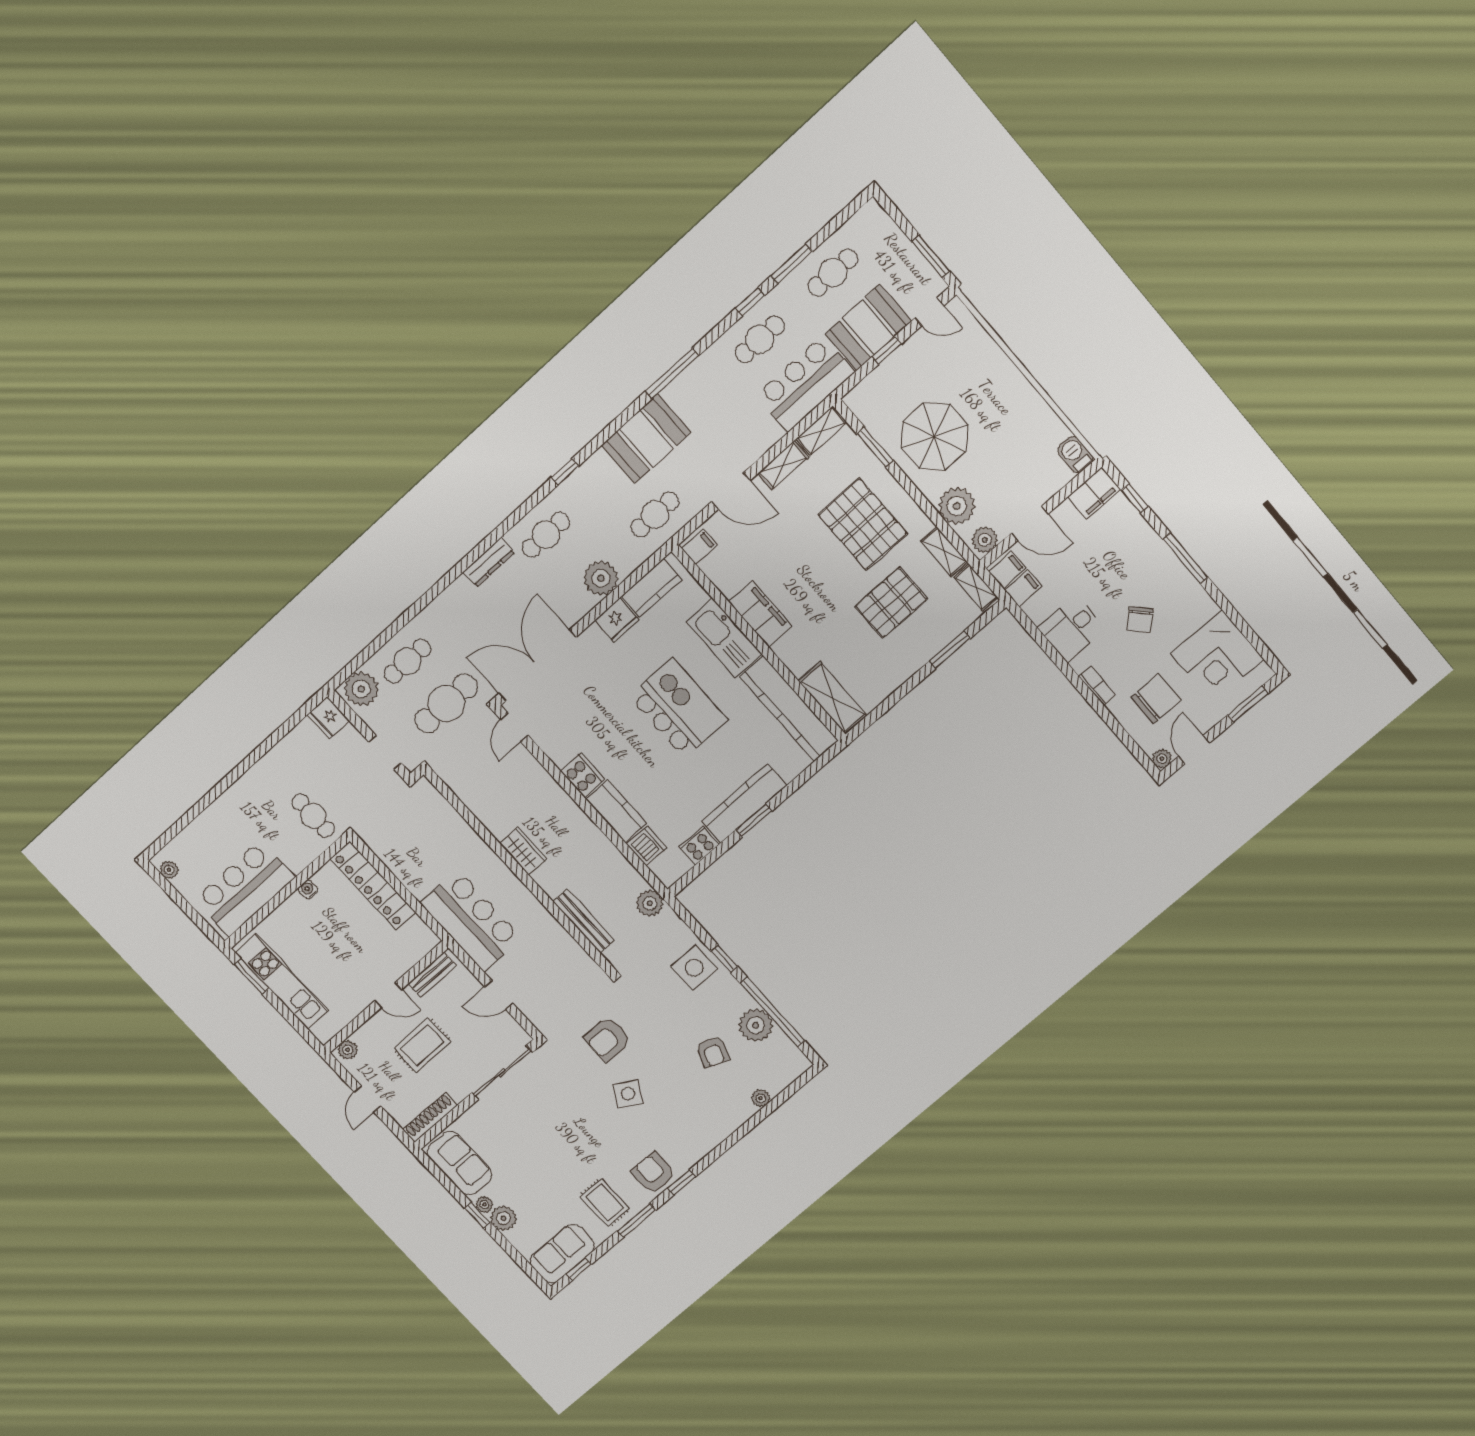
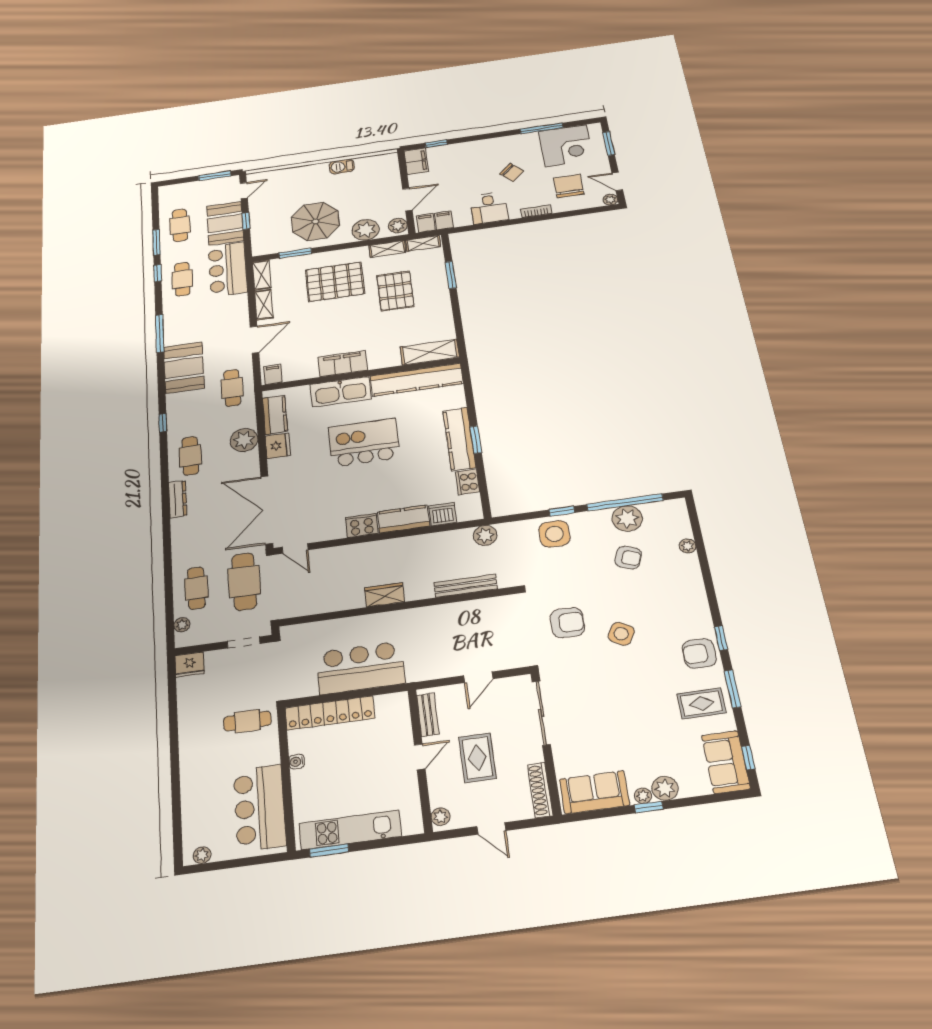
barbecue: (1075, 455) -> (342, 166), moved
window: (1185, 558) -> (541, 128), moved
plant: (361, 689) -> (182, 625), width x0.53, depth x0.53
bar counter: (471, 921) -> (360, 668), moved
armchair: (607, 1039) -> (567, 623), turned -90

